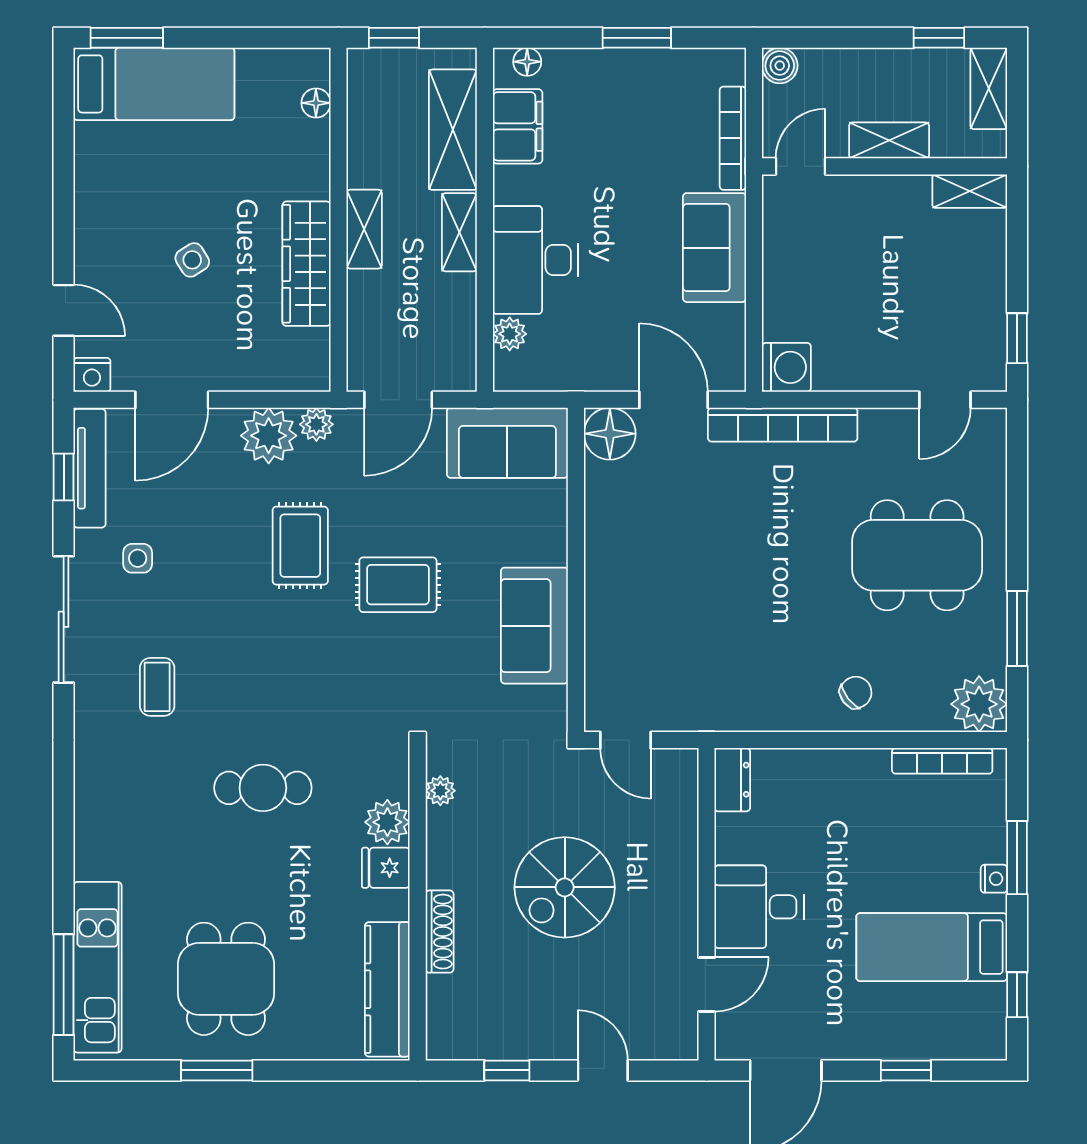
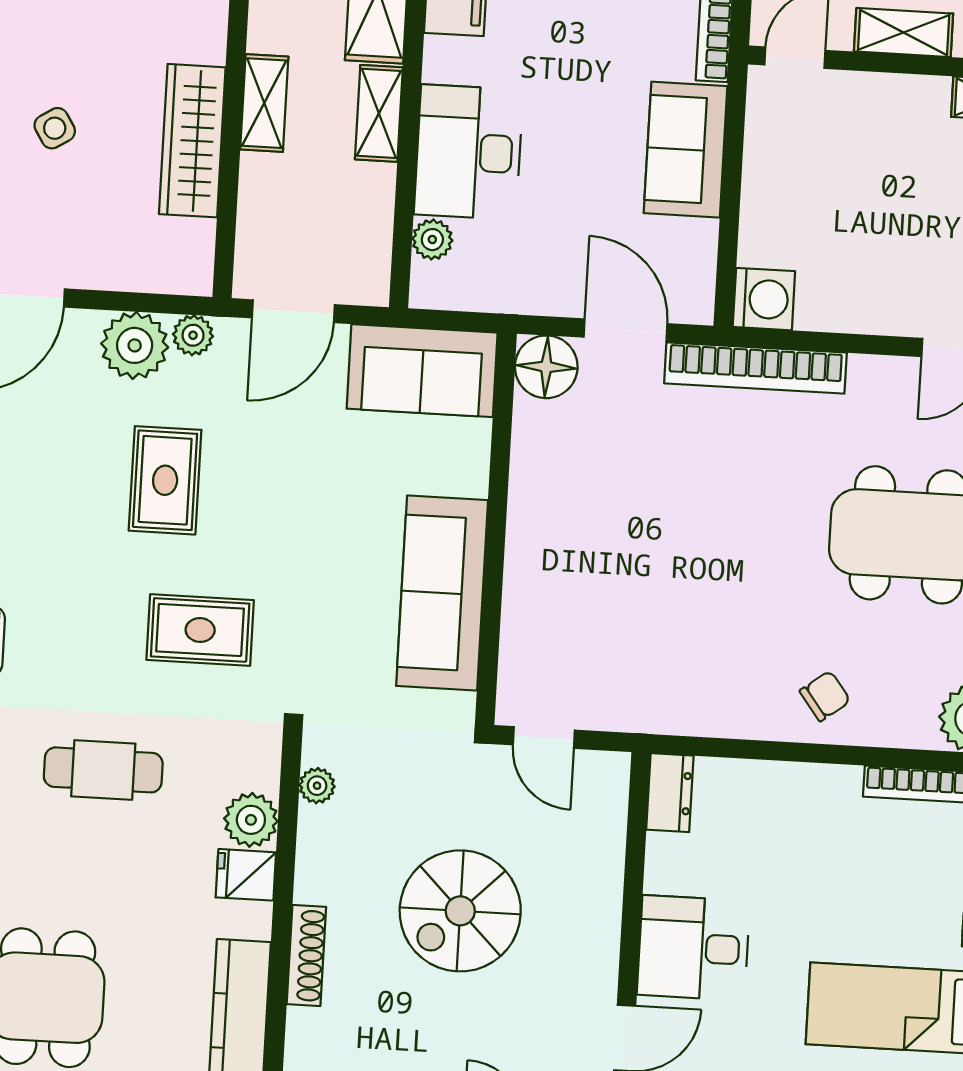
rug: (398, 585) -> (200, 630), moved
sofa: (534, 626) -> (442, 593), width x1.36

